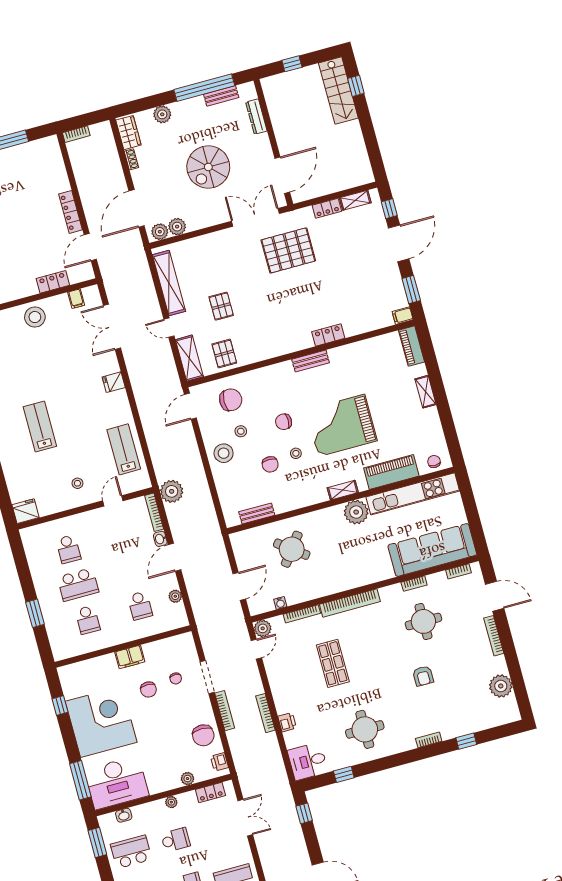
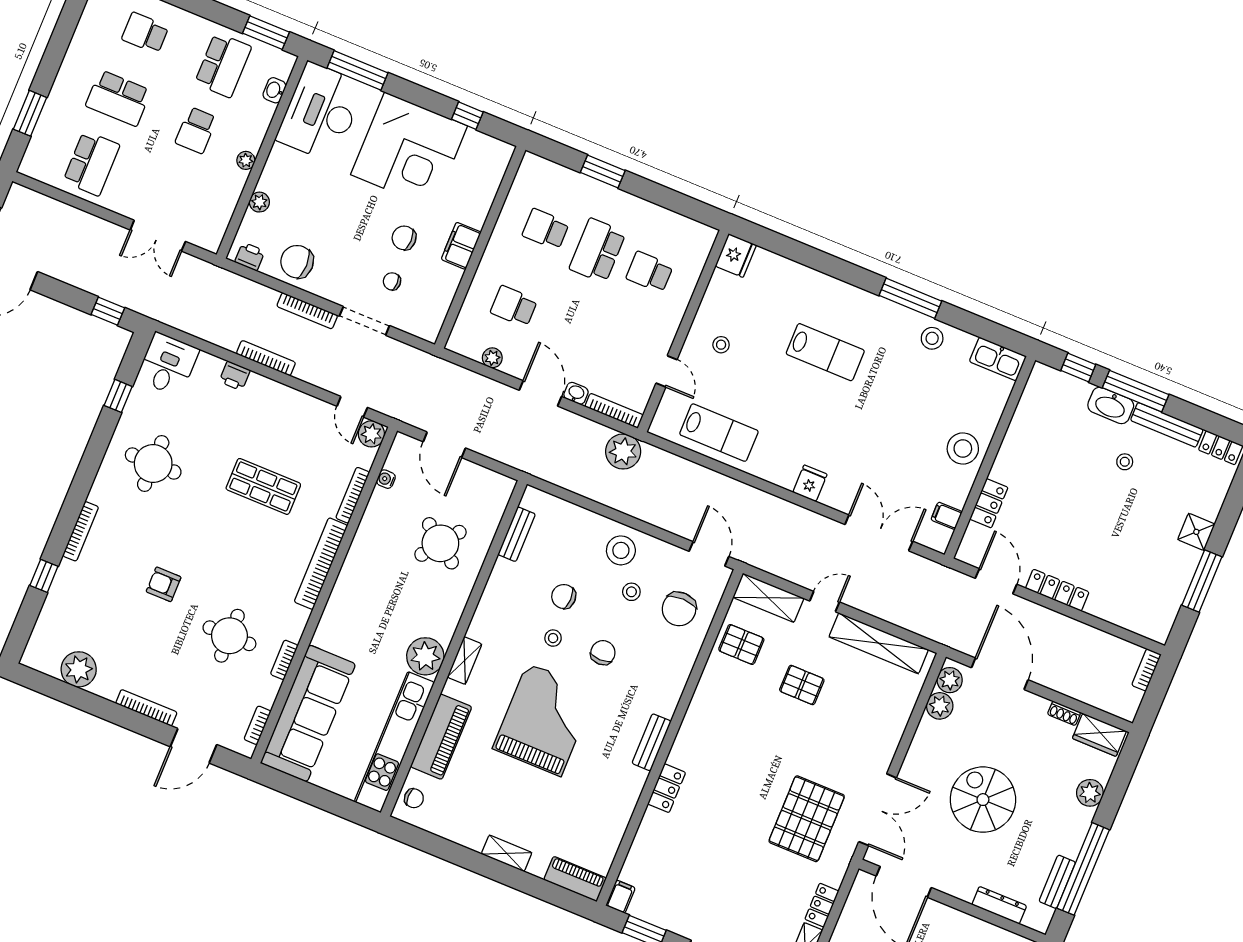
bookcase: (429, 740) -> (81, 531), width x1.56
locker: (210, 793) -> (221, 217), removed

